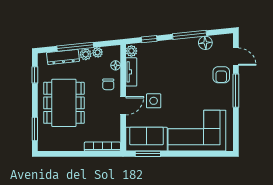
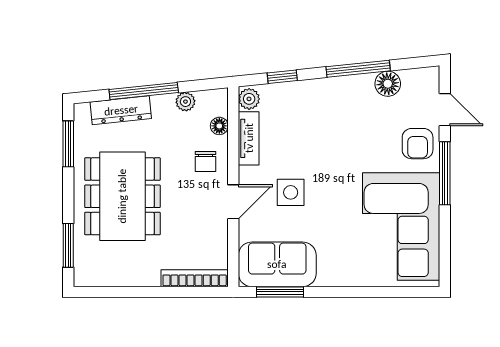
plant: (86, 54) -> (163, 105), removed
window: (35, 75) -> (68, 144), width x1.50
corner sofa: (197, 131) -> (401, 226), moved, turned -90

